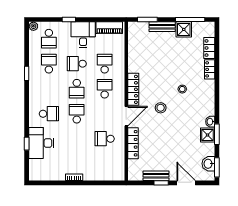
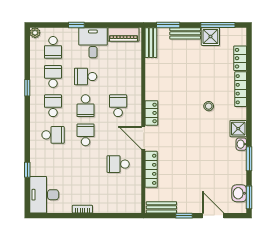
bench: (133, 35) -> (151, 43), added
school desk: (105, 64) -> (53, 106), moved
locker: (210, 69) -> (241, 89), width x1.53
locker: (133, 89) -> (151, 113), width x0.66
stool: (161, 108) -> (183, 128), removed
door: (126, 116) -> (143, 138), swing flipped
shower: (208, 135) -> (238, 129), moved
desk: (41, 143) -> (44, 195), moved
bench: (156, 176) -> (161, 207), moved

